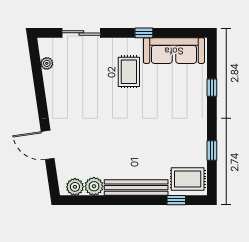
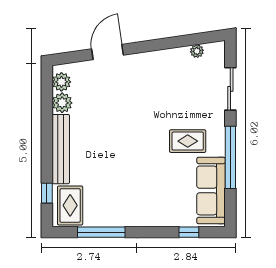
window: (144, 33) -> (230, 157), width x3.17
window: (212, 88) -> (189, 232), moved
window: (212, 151) -> (101, 232), width x2.17

